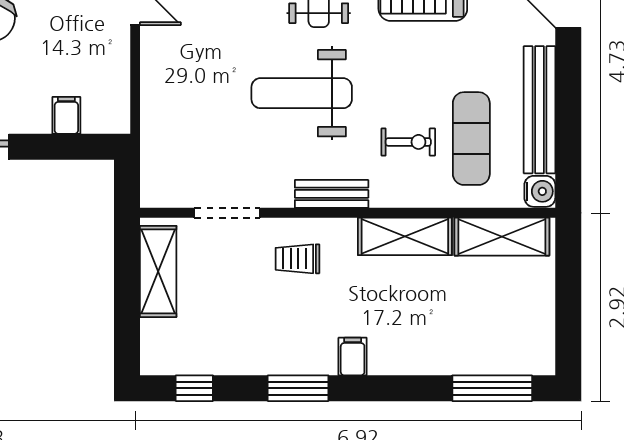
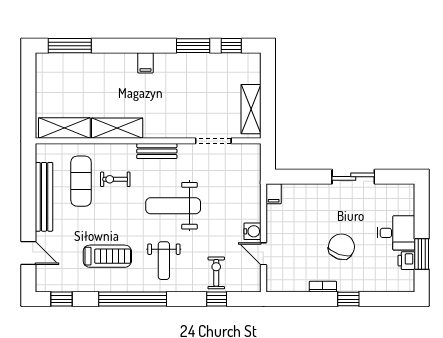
weight bench: (302, 93) -> (173, 206), turned 180
filing cabinet: (66, 115) -> (274, 194), moved
water cooler: (540, 191) -> (252, 231), moved, turned 180
trolley: (297, 259) -> (175, 116), removed
window: (298, 388) -> (193, 46), moved

